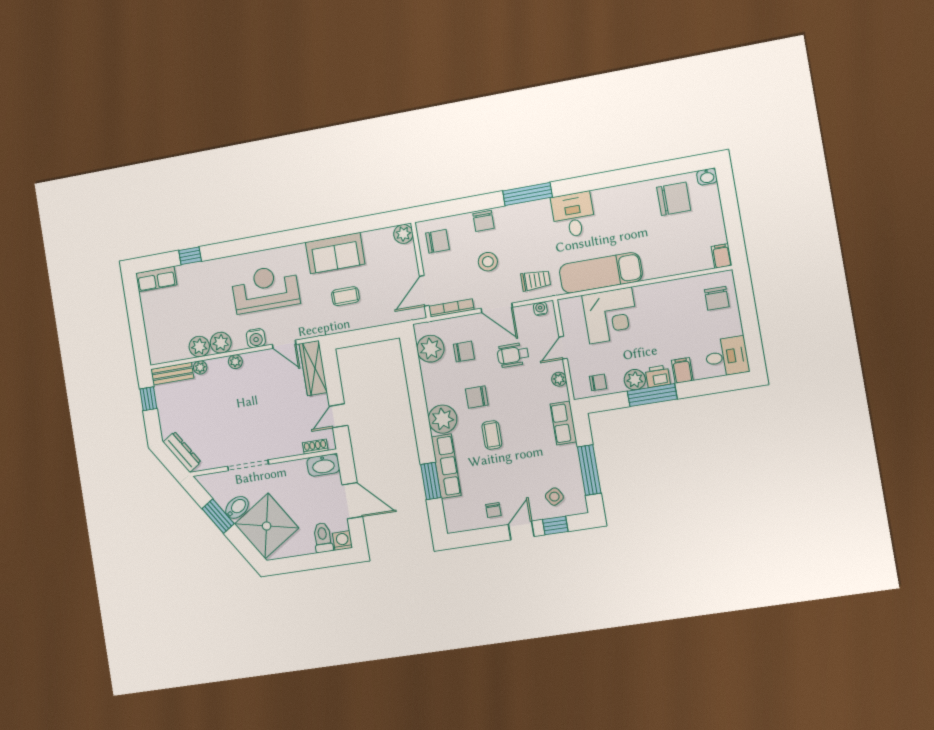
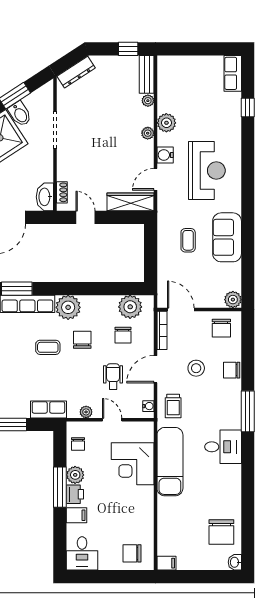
plant: (199, 347) -> (166, 103), removed

